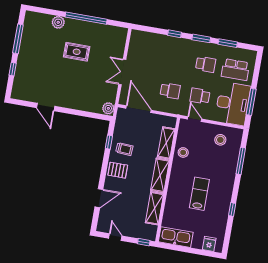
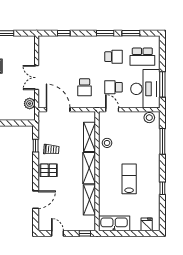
window: (174, 34) -> (64, 33), moved
school desk: (170, 91) -> (85, 87), turned 90
plant: (108, 108) -> (30, 104), moved
stool: (220, 140) -> (149, 118), moved

